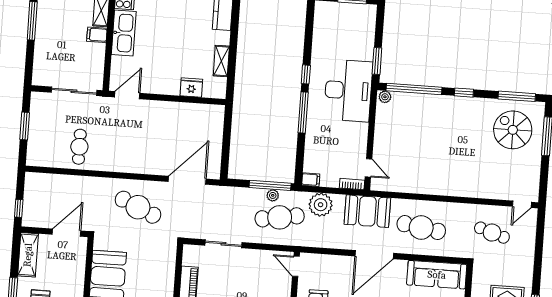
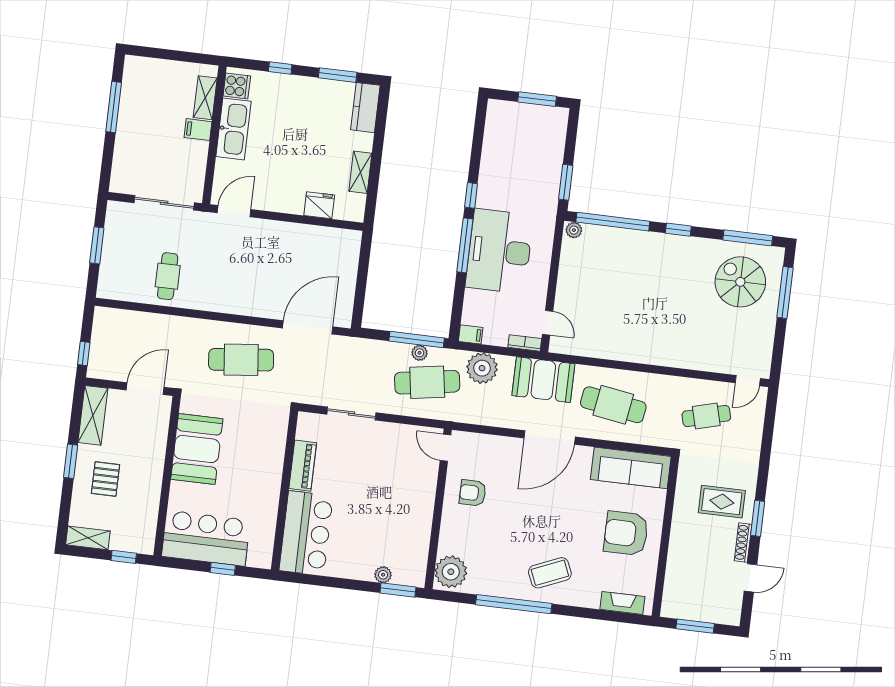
desk: (348, 90) -> (499, 251), moved, turned 180
cafe table: (138, 207) -> (241, 360), turned -30
cafe table: (492, 233) -> (706, 416), turned -33

